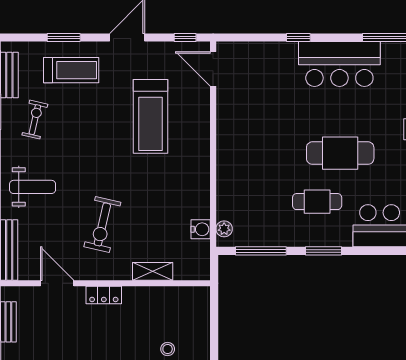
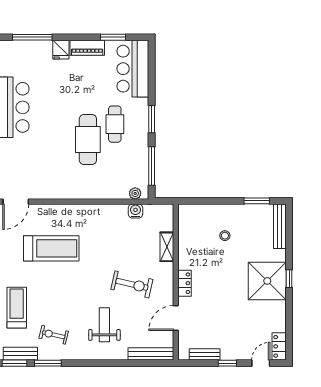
cafe table: (340, 153) -> (88, 139), moved
weight bench: (33, 187) -> (104, 325), moved

